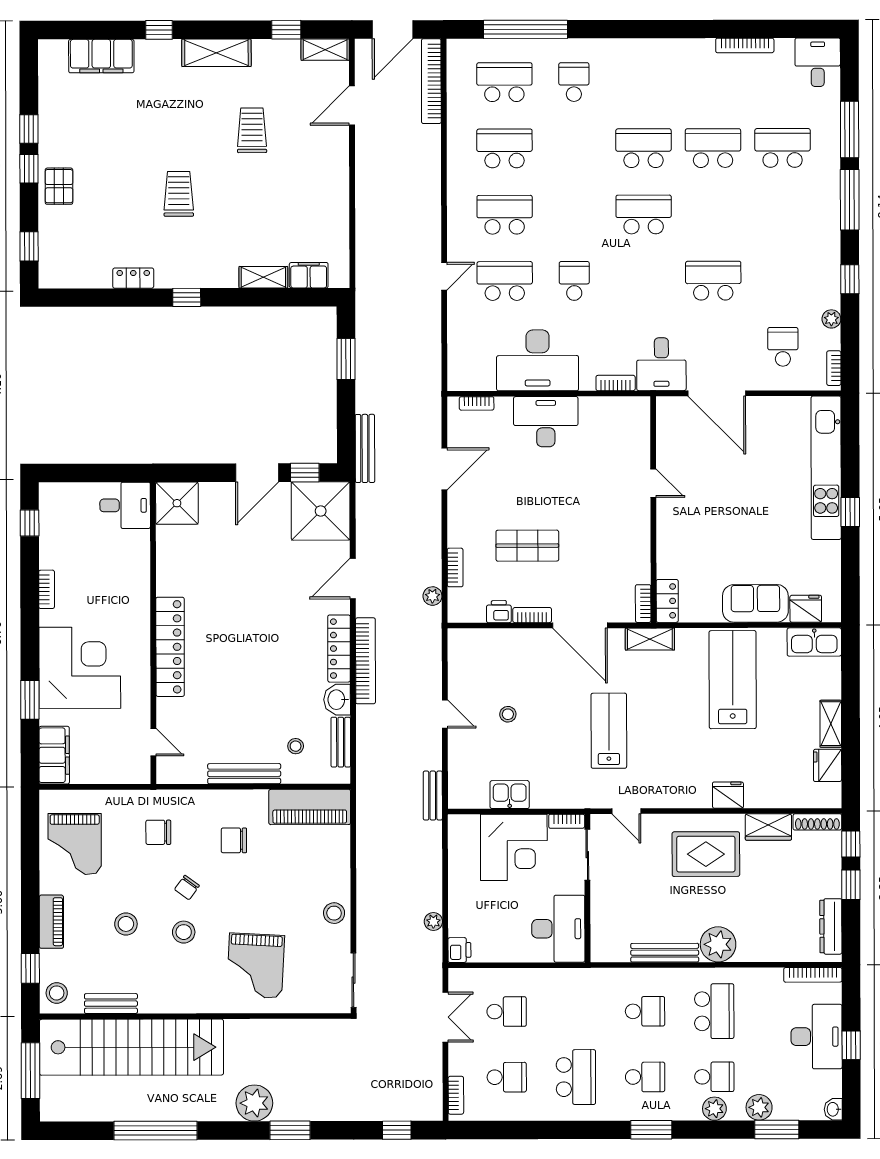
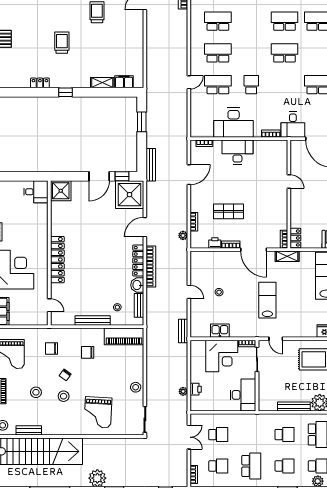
printer: (459, 950) -> (196, 389), moved

